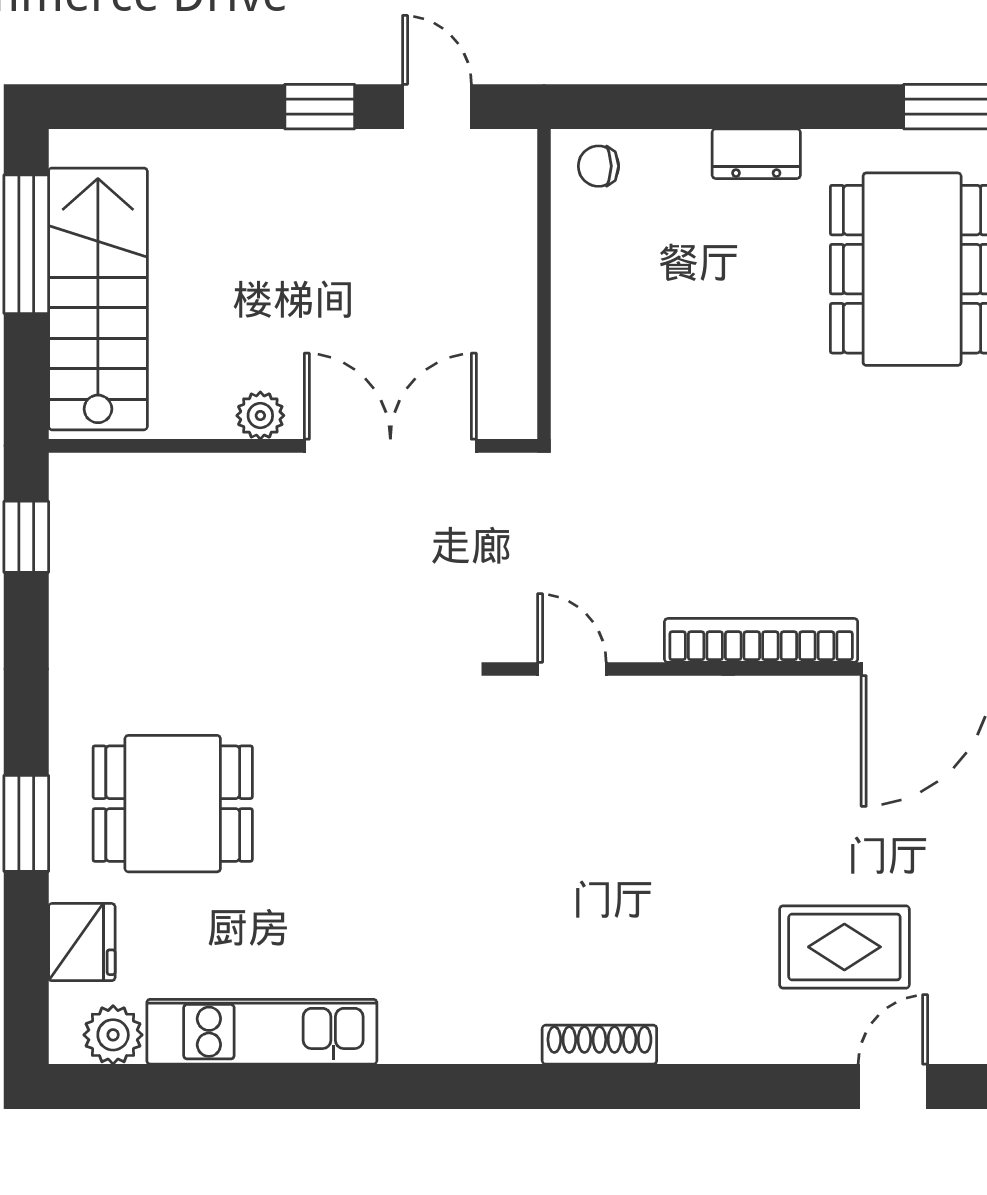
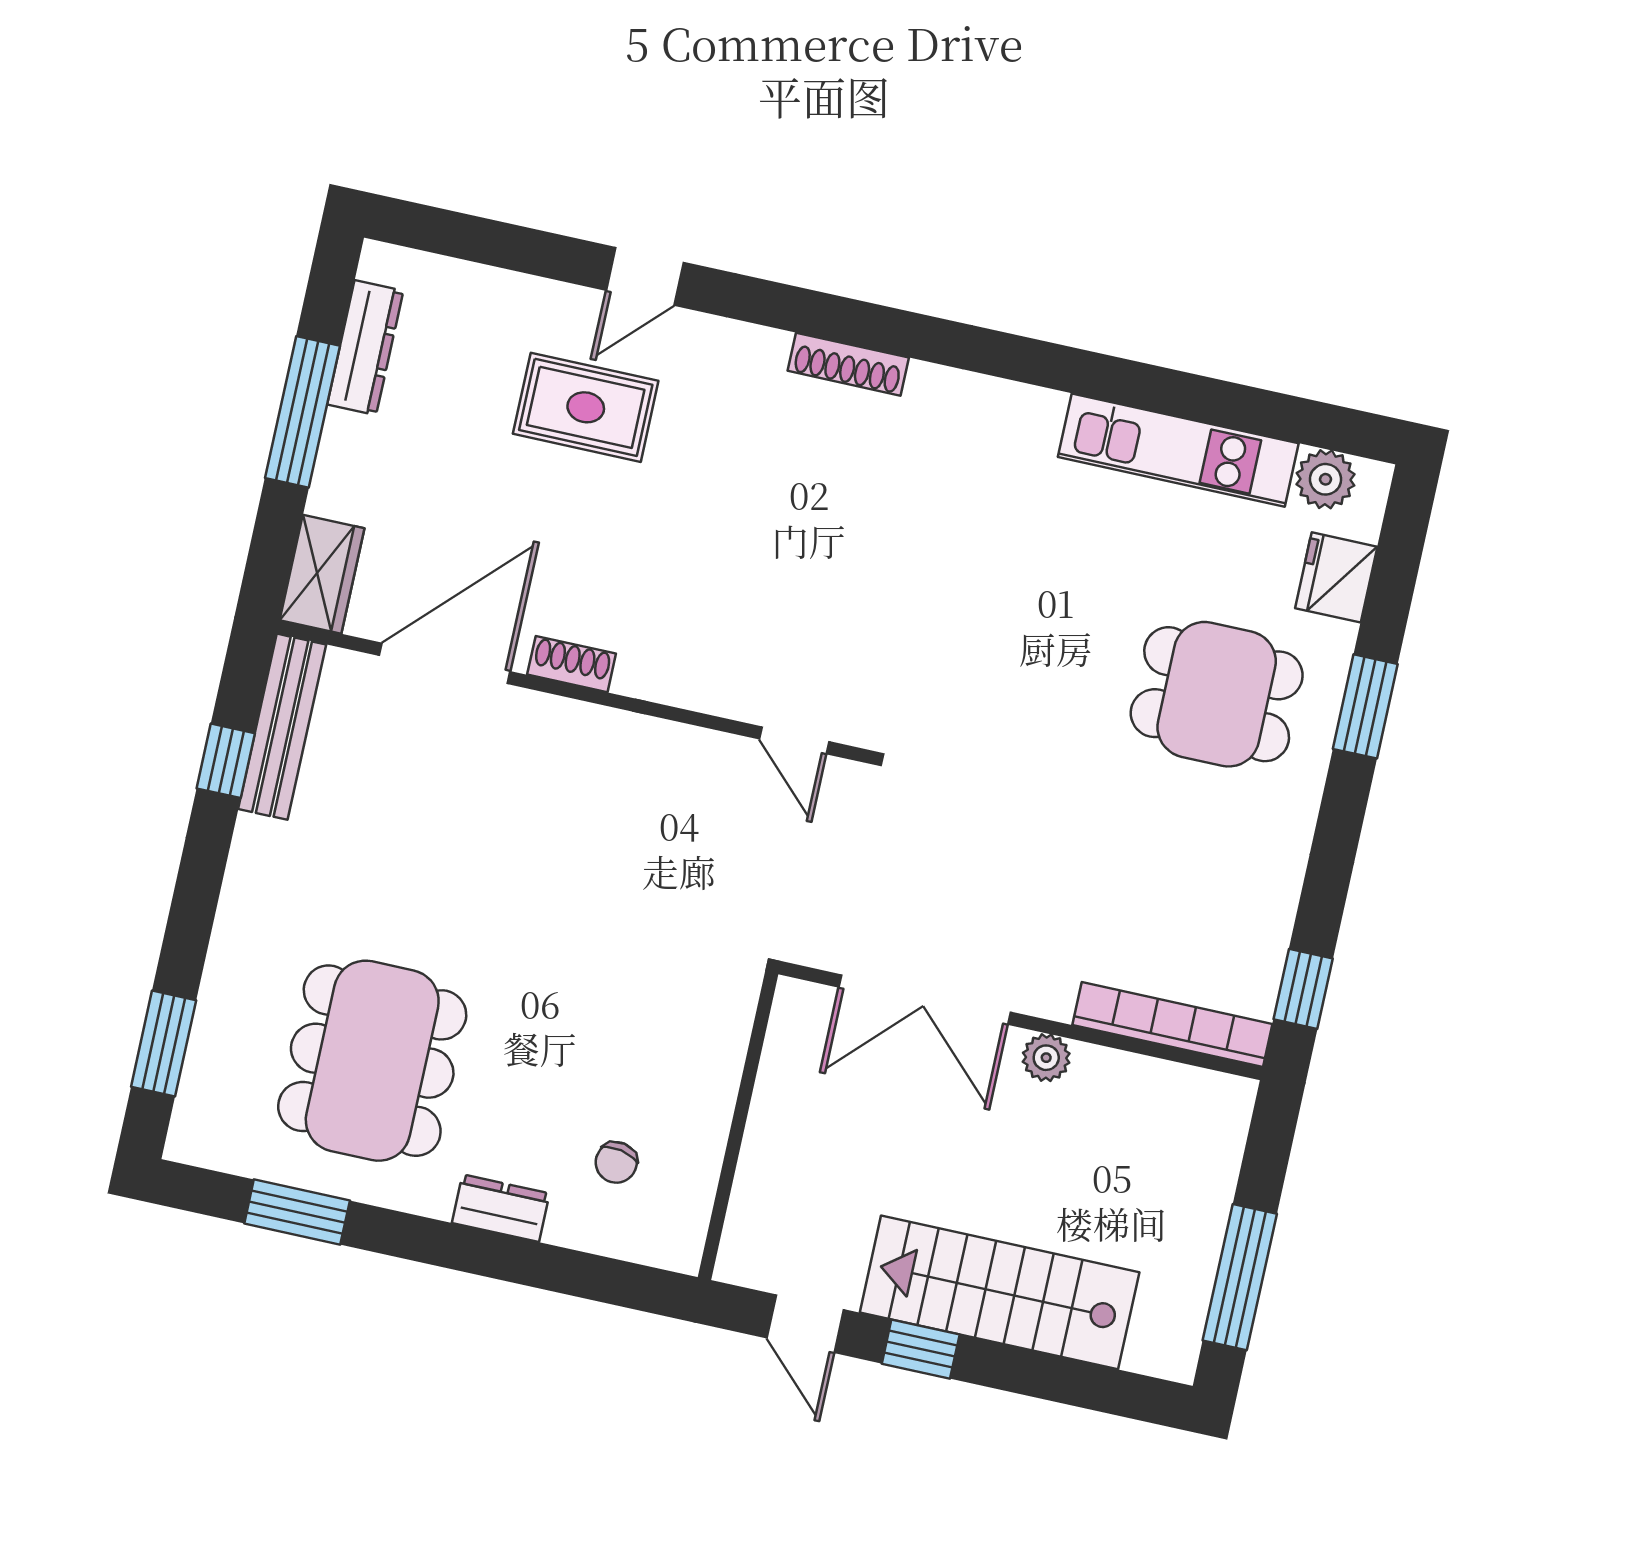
chair: (598, 166) -> (616, 1162), moved, turned 101
stairs: (98, 299) -> (1000, 1292), moved, turned 90
bookcase: (761, 640) -> (1172, 1024), moved, turned 180
shoe rack: (804, 695) -> (572, 664), added
door: (893, 1086) -> (645, 276), moved

